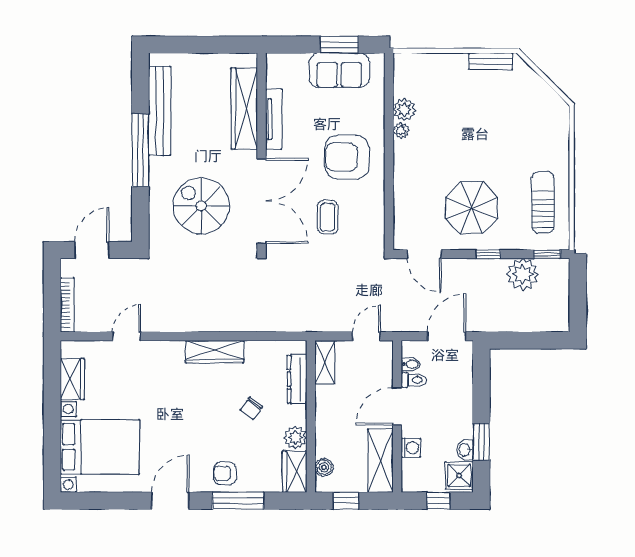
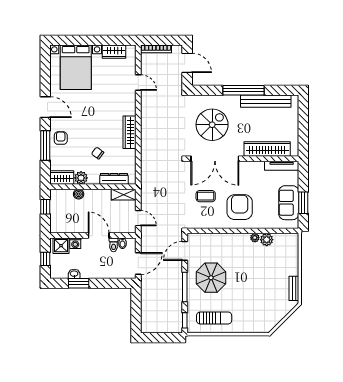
tv unit: (274, 119) -> (282, 166), moved
window: (488, 254) -> (185, 287), width x2.17
plant: (523, 274) -> (173, 307), removed
door: (447, 336) -> (138, 263), hinge flipped
shelving: (380, 461) -> (68, 226), removed
boiler: (324, 467) -> (79, 194), moved
shower: (459, 475) -> (61, 246), moved

